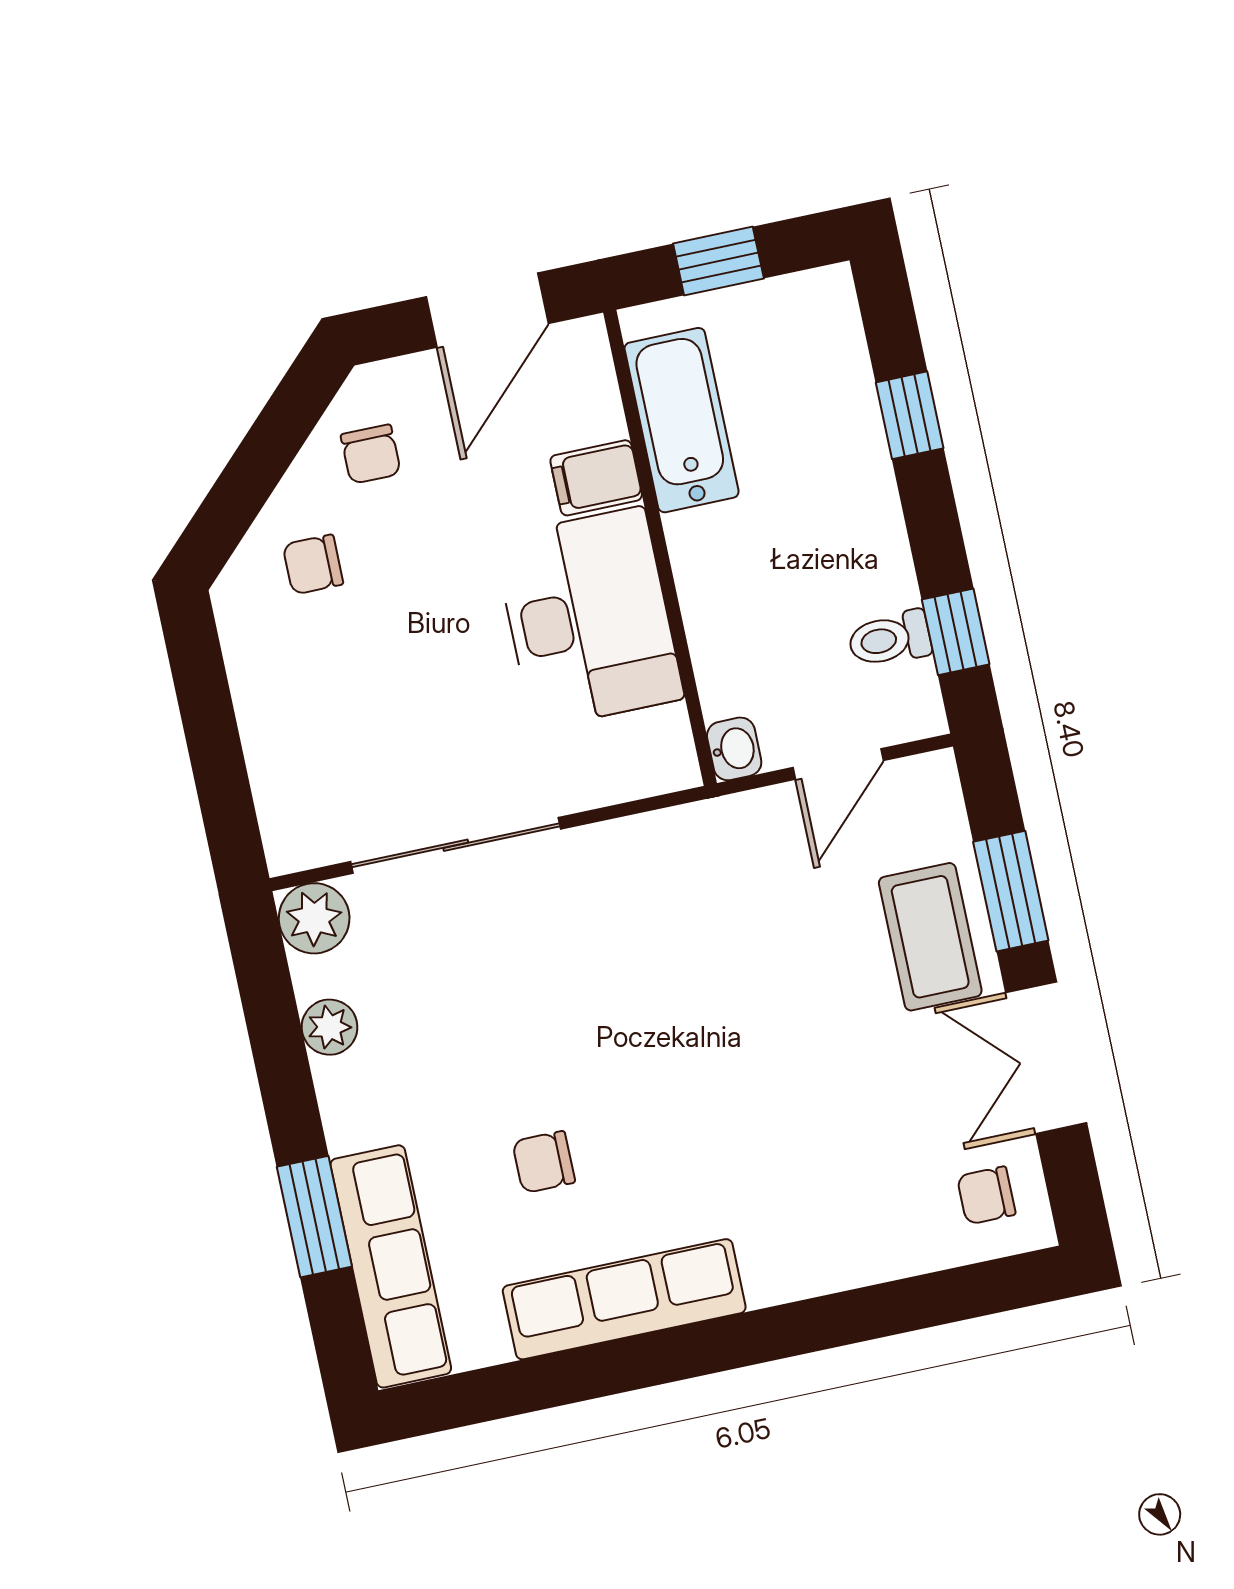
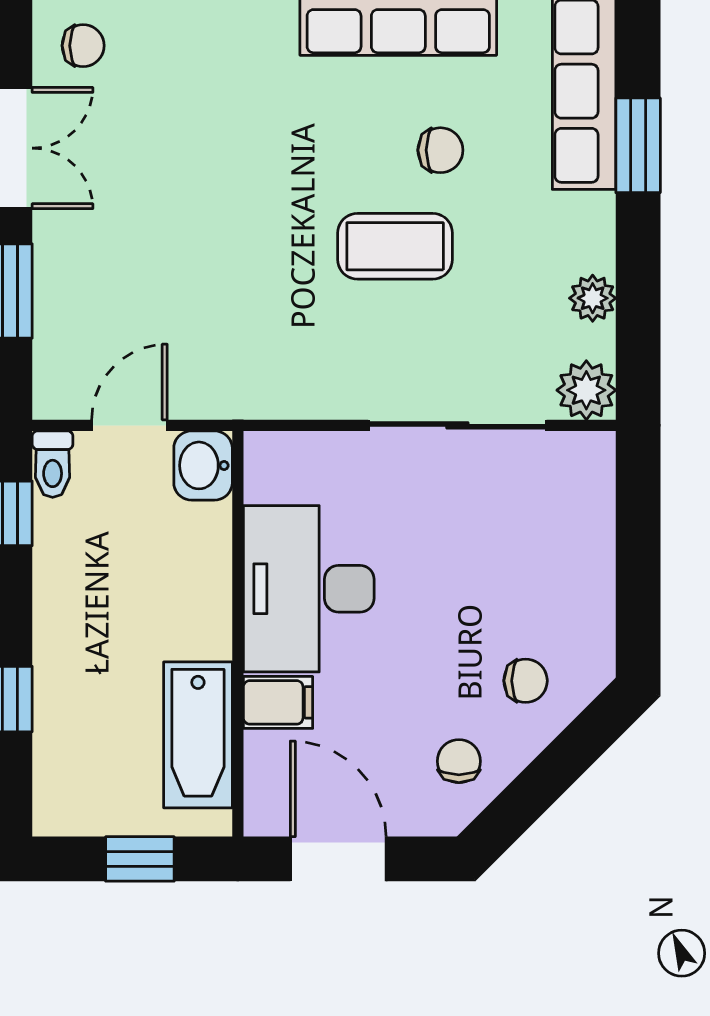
door: (487, 310) -> (338, 859), hinge flipped
toilet: (890, 639) -> (53, 464), moved, turned 90
washbasin: (734, 749) -> (203, 465), width x1.38, depth x1.45
coffee table: (930, 937) -> (395, 246), moved, turned 90

